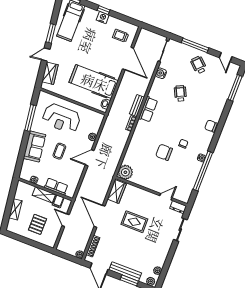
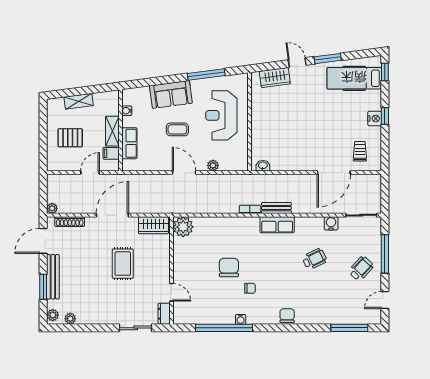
hospital bed: (94, 82) -> (286, 139), removed

